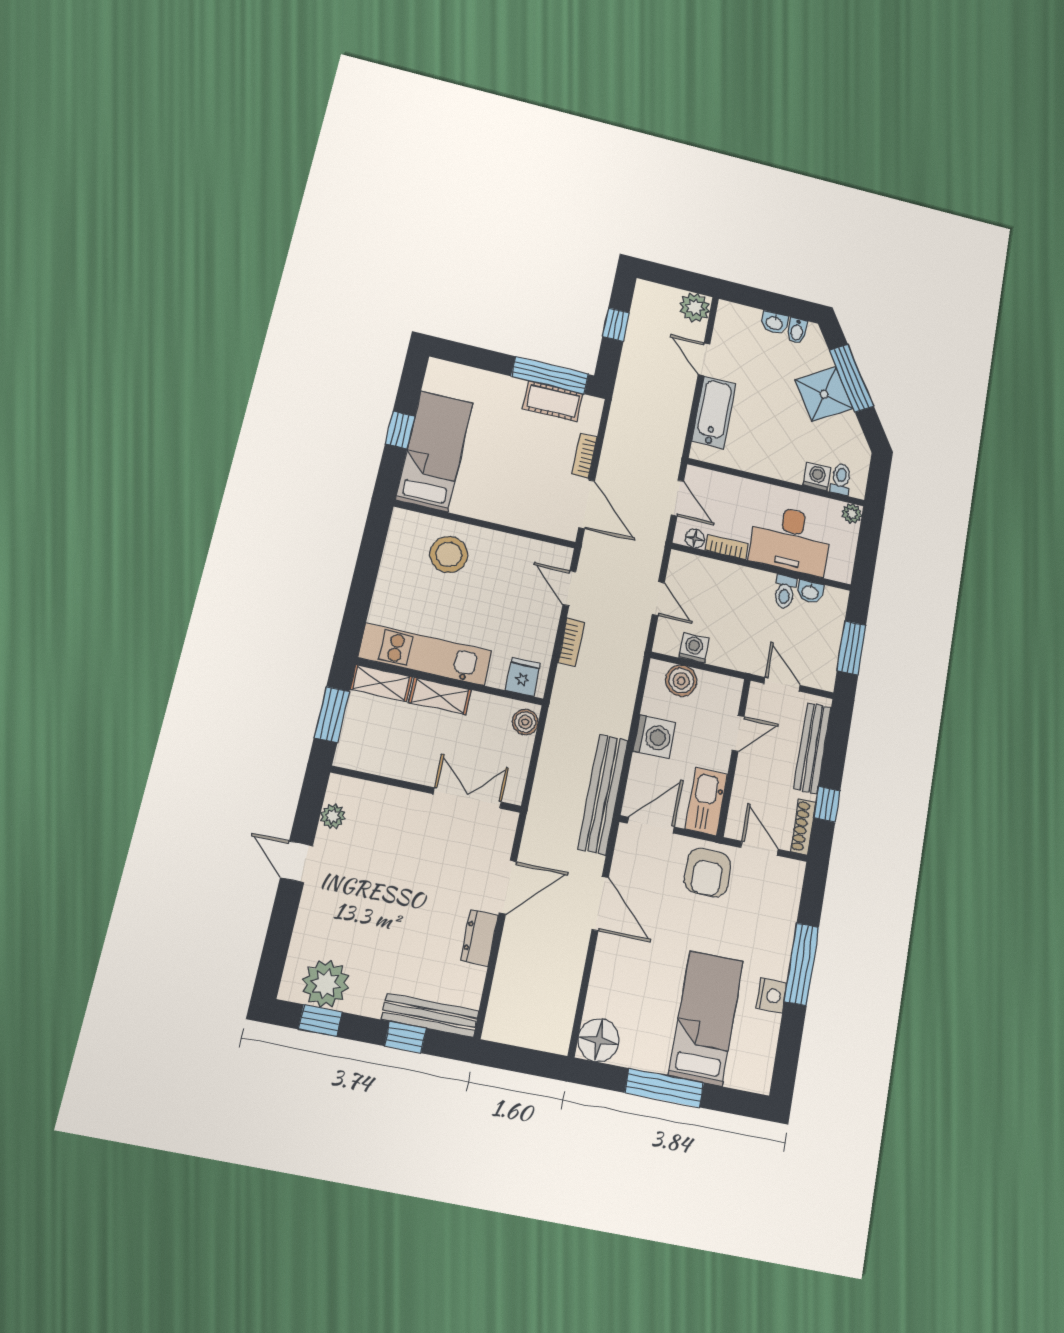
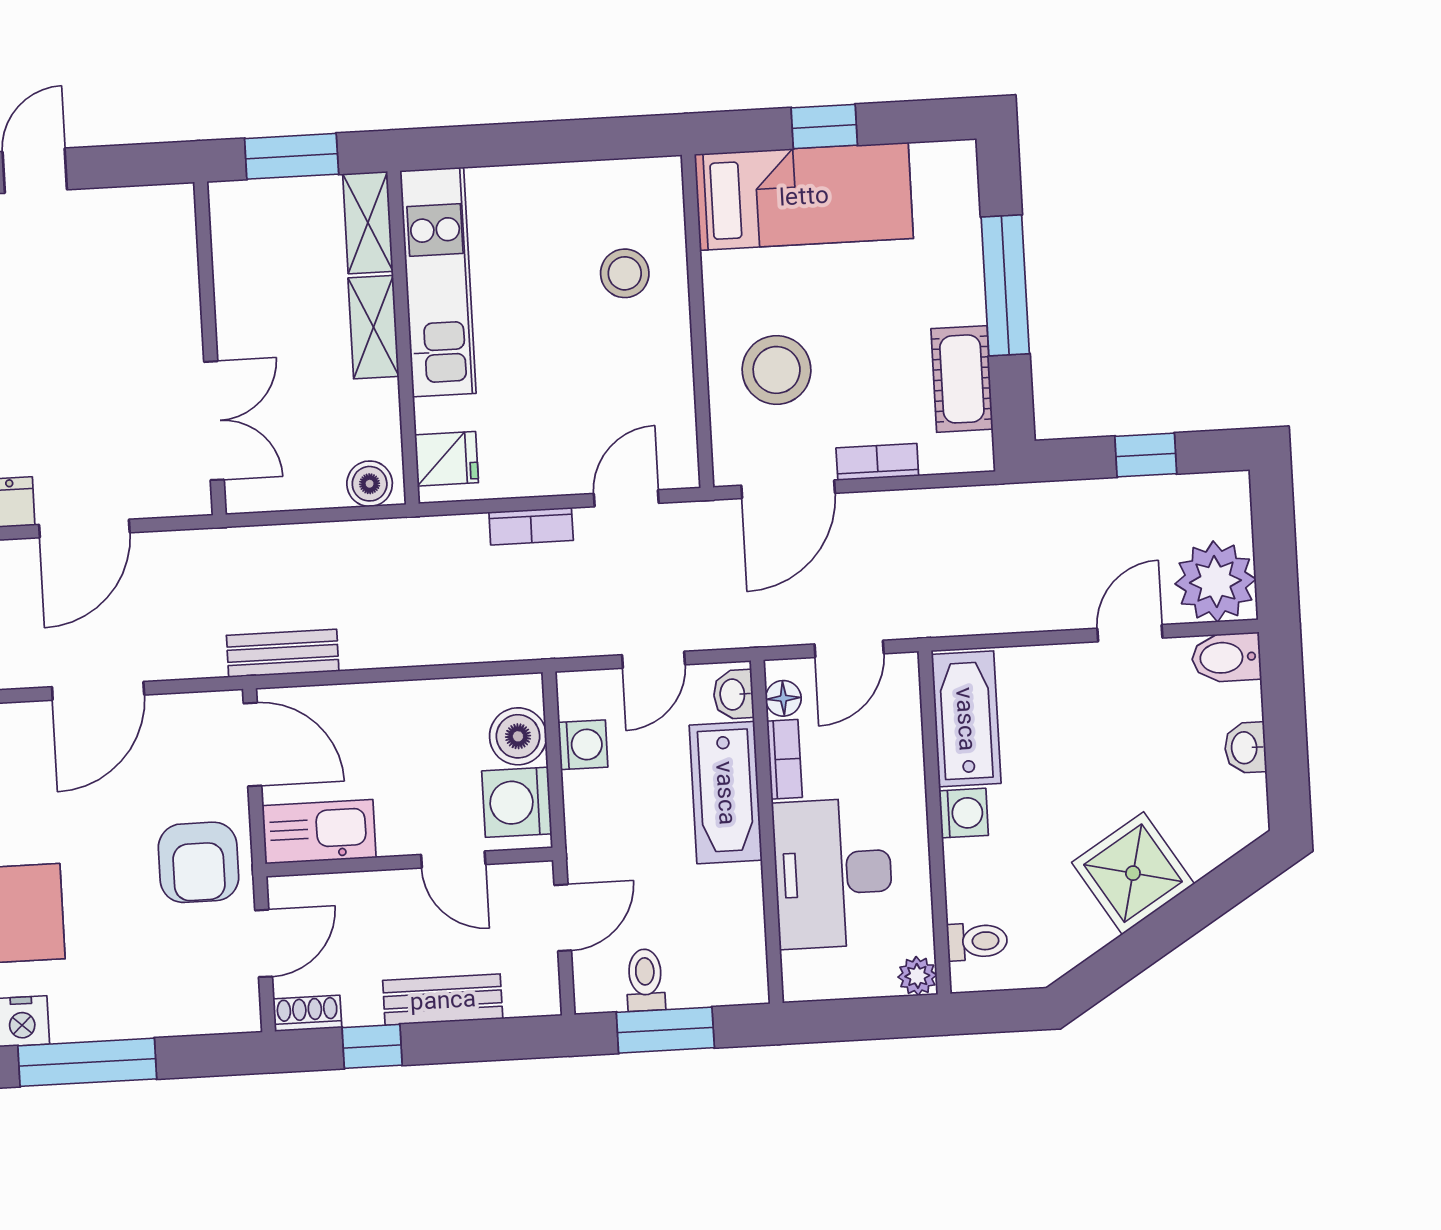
plant: (695, 307) -> (1215, 582), width x1.36, depth x1.36
bidet: (797, 331) -> (1226, 658), moved, width x1.38, depth x1.36
window: (550, 375) -> (1005, 285), moved
window: (851, 378) -> (1181, 918), removed
bathtub: (714, 412) -> (966, 719), moved, turned -90
washing machine: (817, 477) -> (964, 813), moved
stool: (522, 492) -> (777, 370), added
stool: (449, 555) -> (625, 273), width x0.73, depth x0.73
bathtub: (736, 582) -> (726, 793), added
toilet: (785, 592) -> (645, 980), moved, turned 90
washbasin: (810, 592) -> (733, 694), moved
washing machine: (654, 737) -> (517, 802), moved, turned 90
bench: (812, 748) -> (443, 1000), width x0.73
bench: (603, 794) -> (283, 653), width x0.54, depth x0.82
plant: (333, 816) -> (124, 207), removed
shoe rack: (803, 827) -> (307, 1013), width x0.70
armchair: (707, 872) -> (198, 862), turned -90
door: (508, 887) -> (84, 529), hinge flipped

